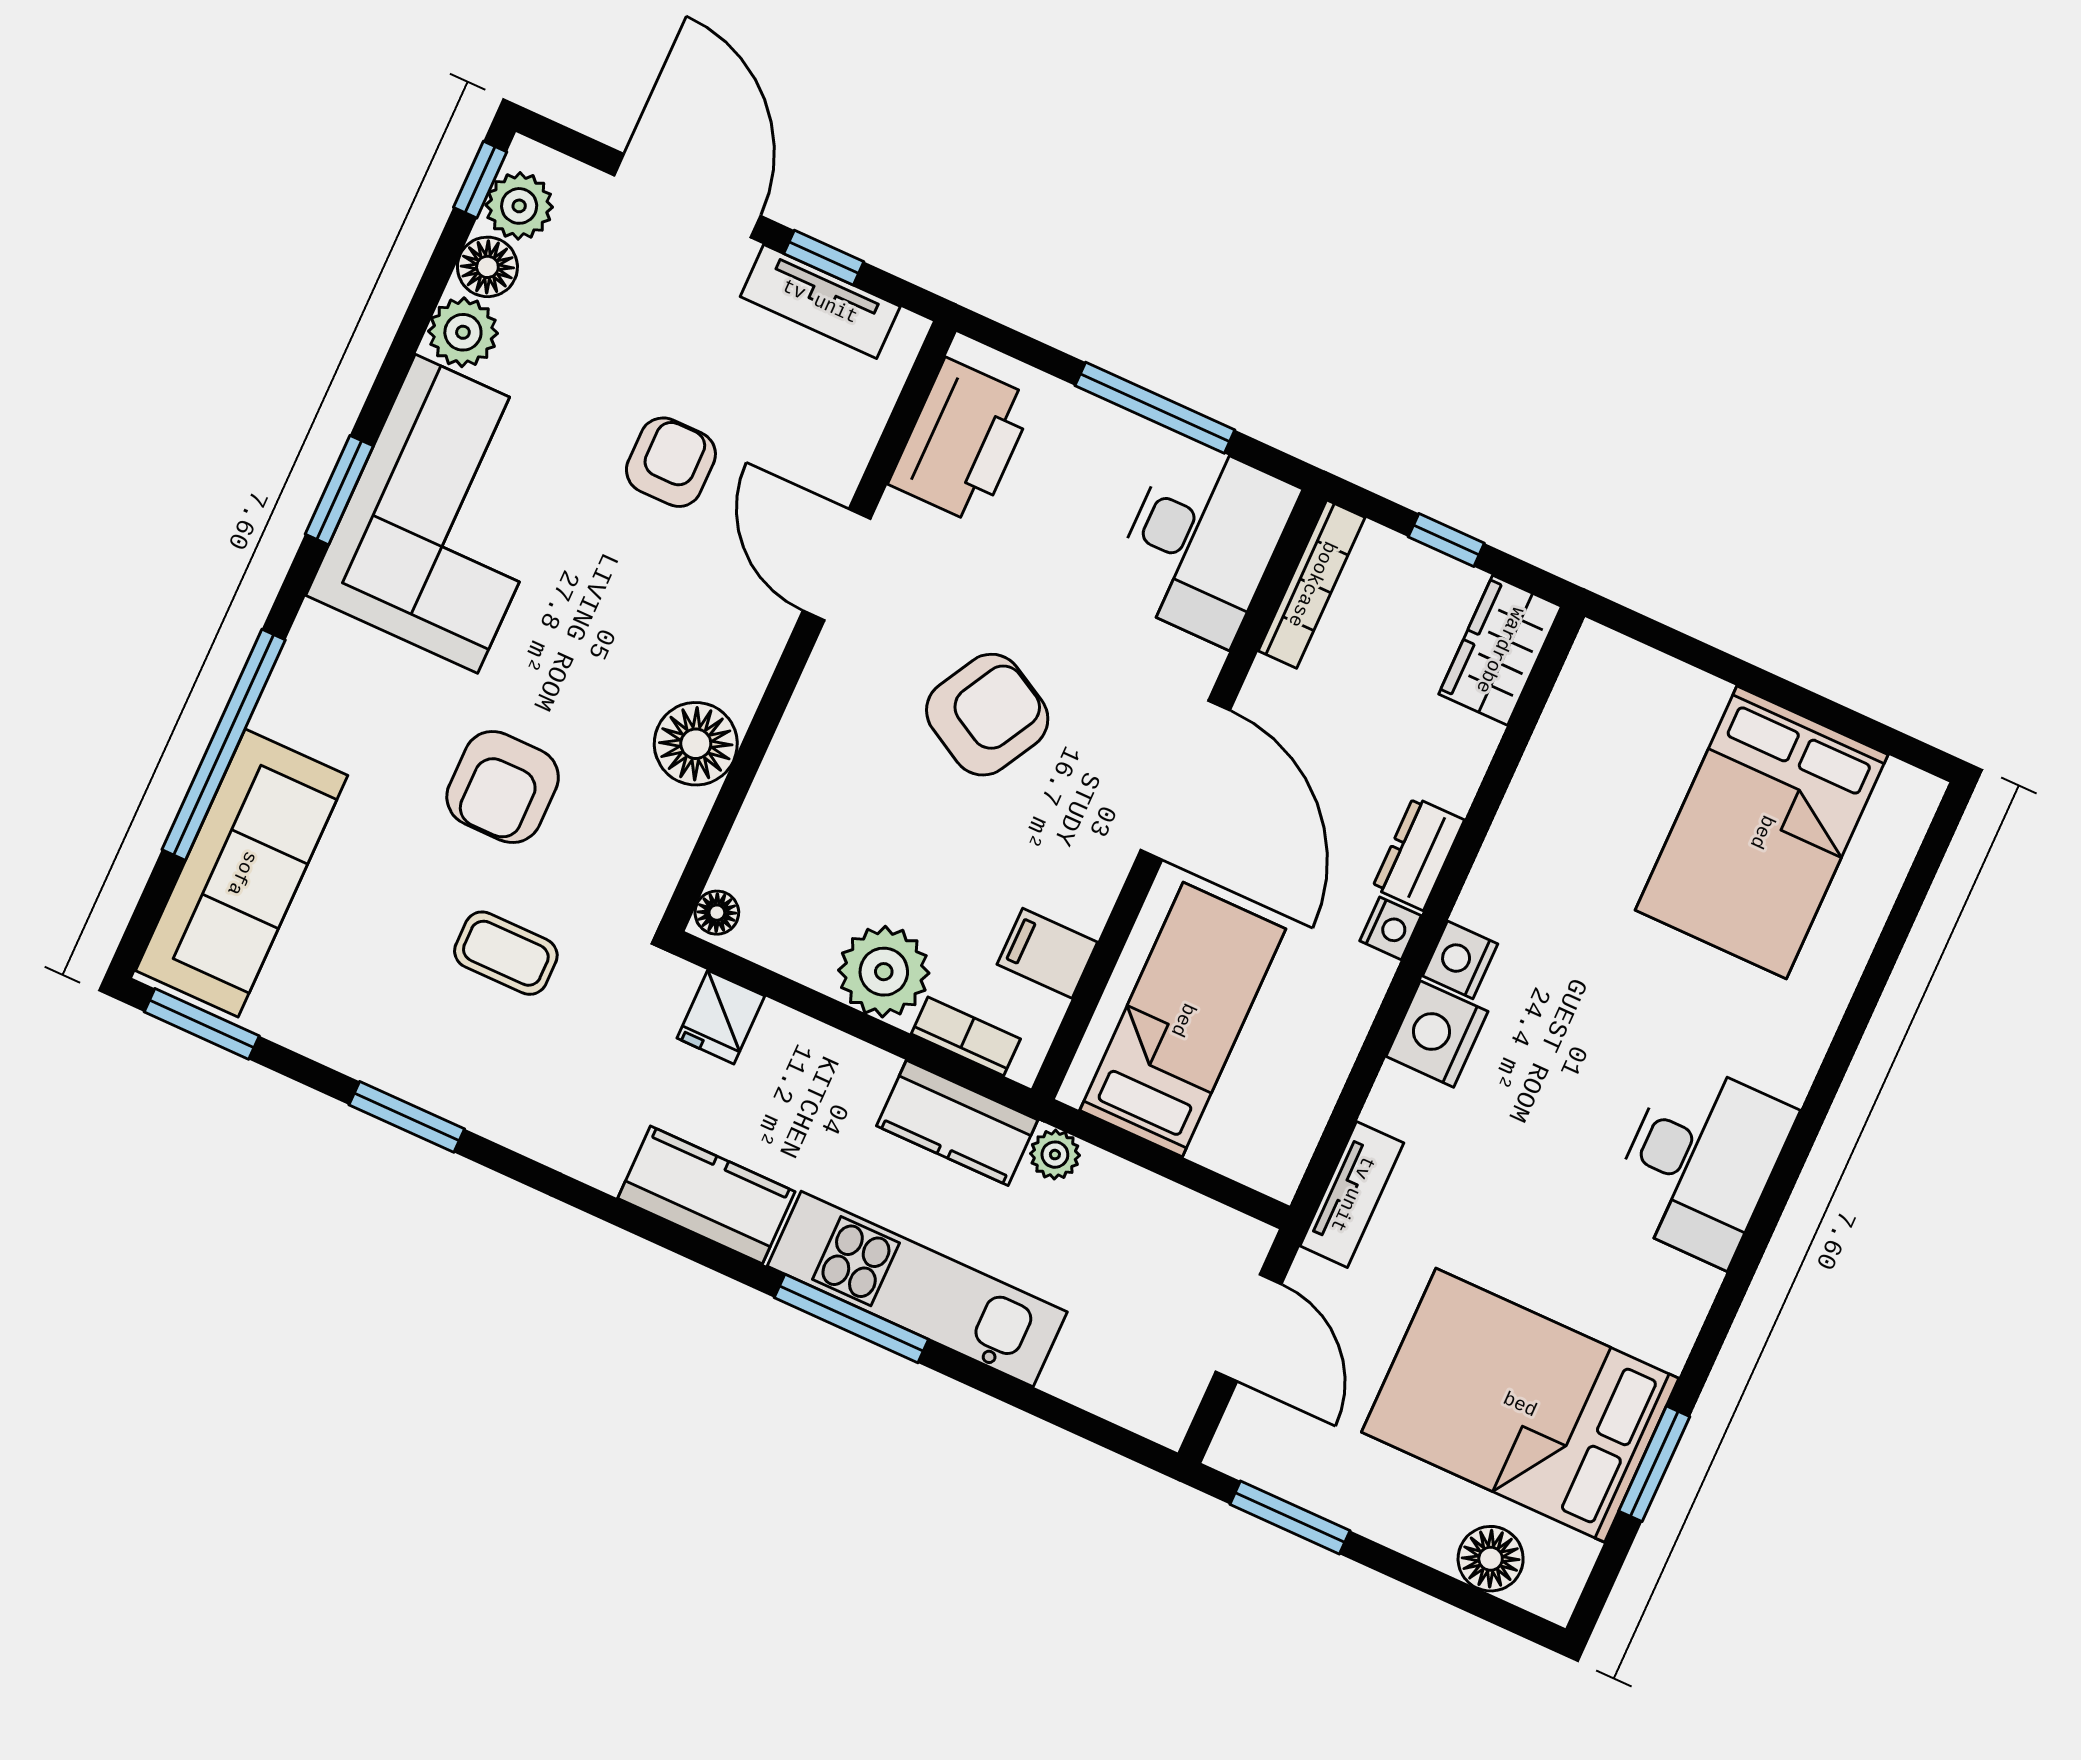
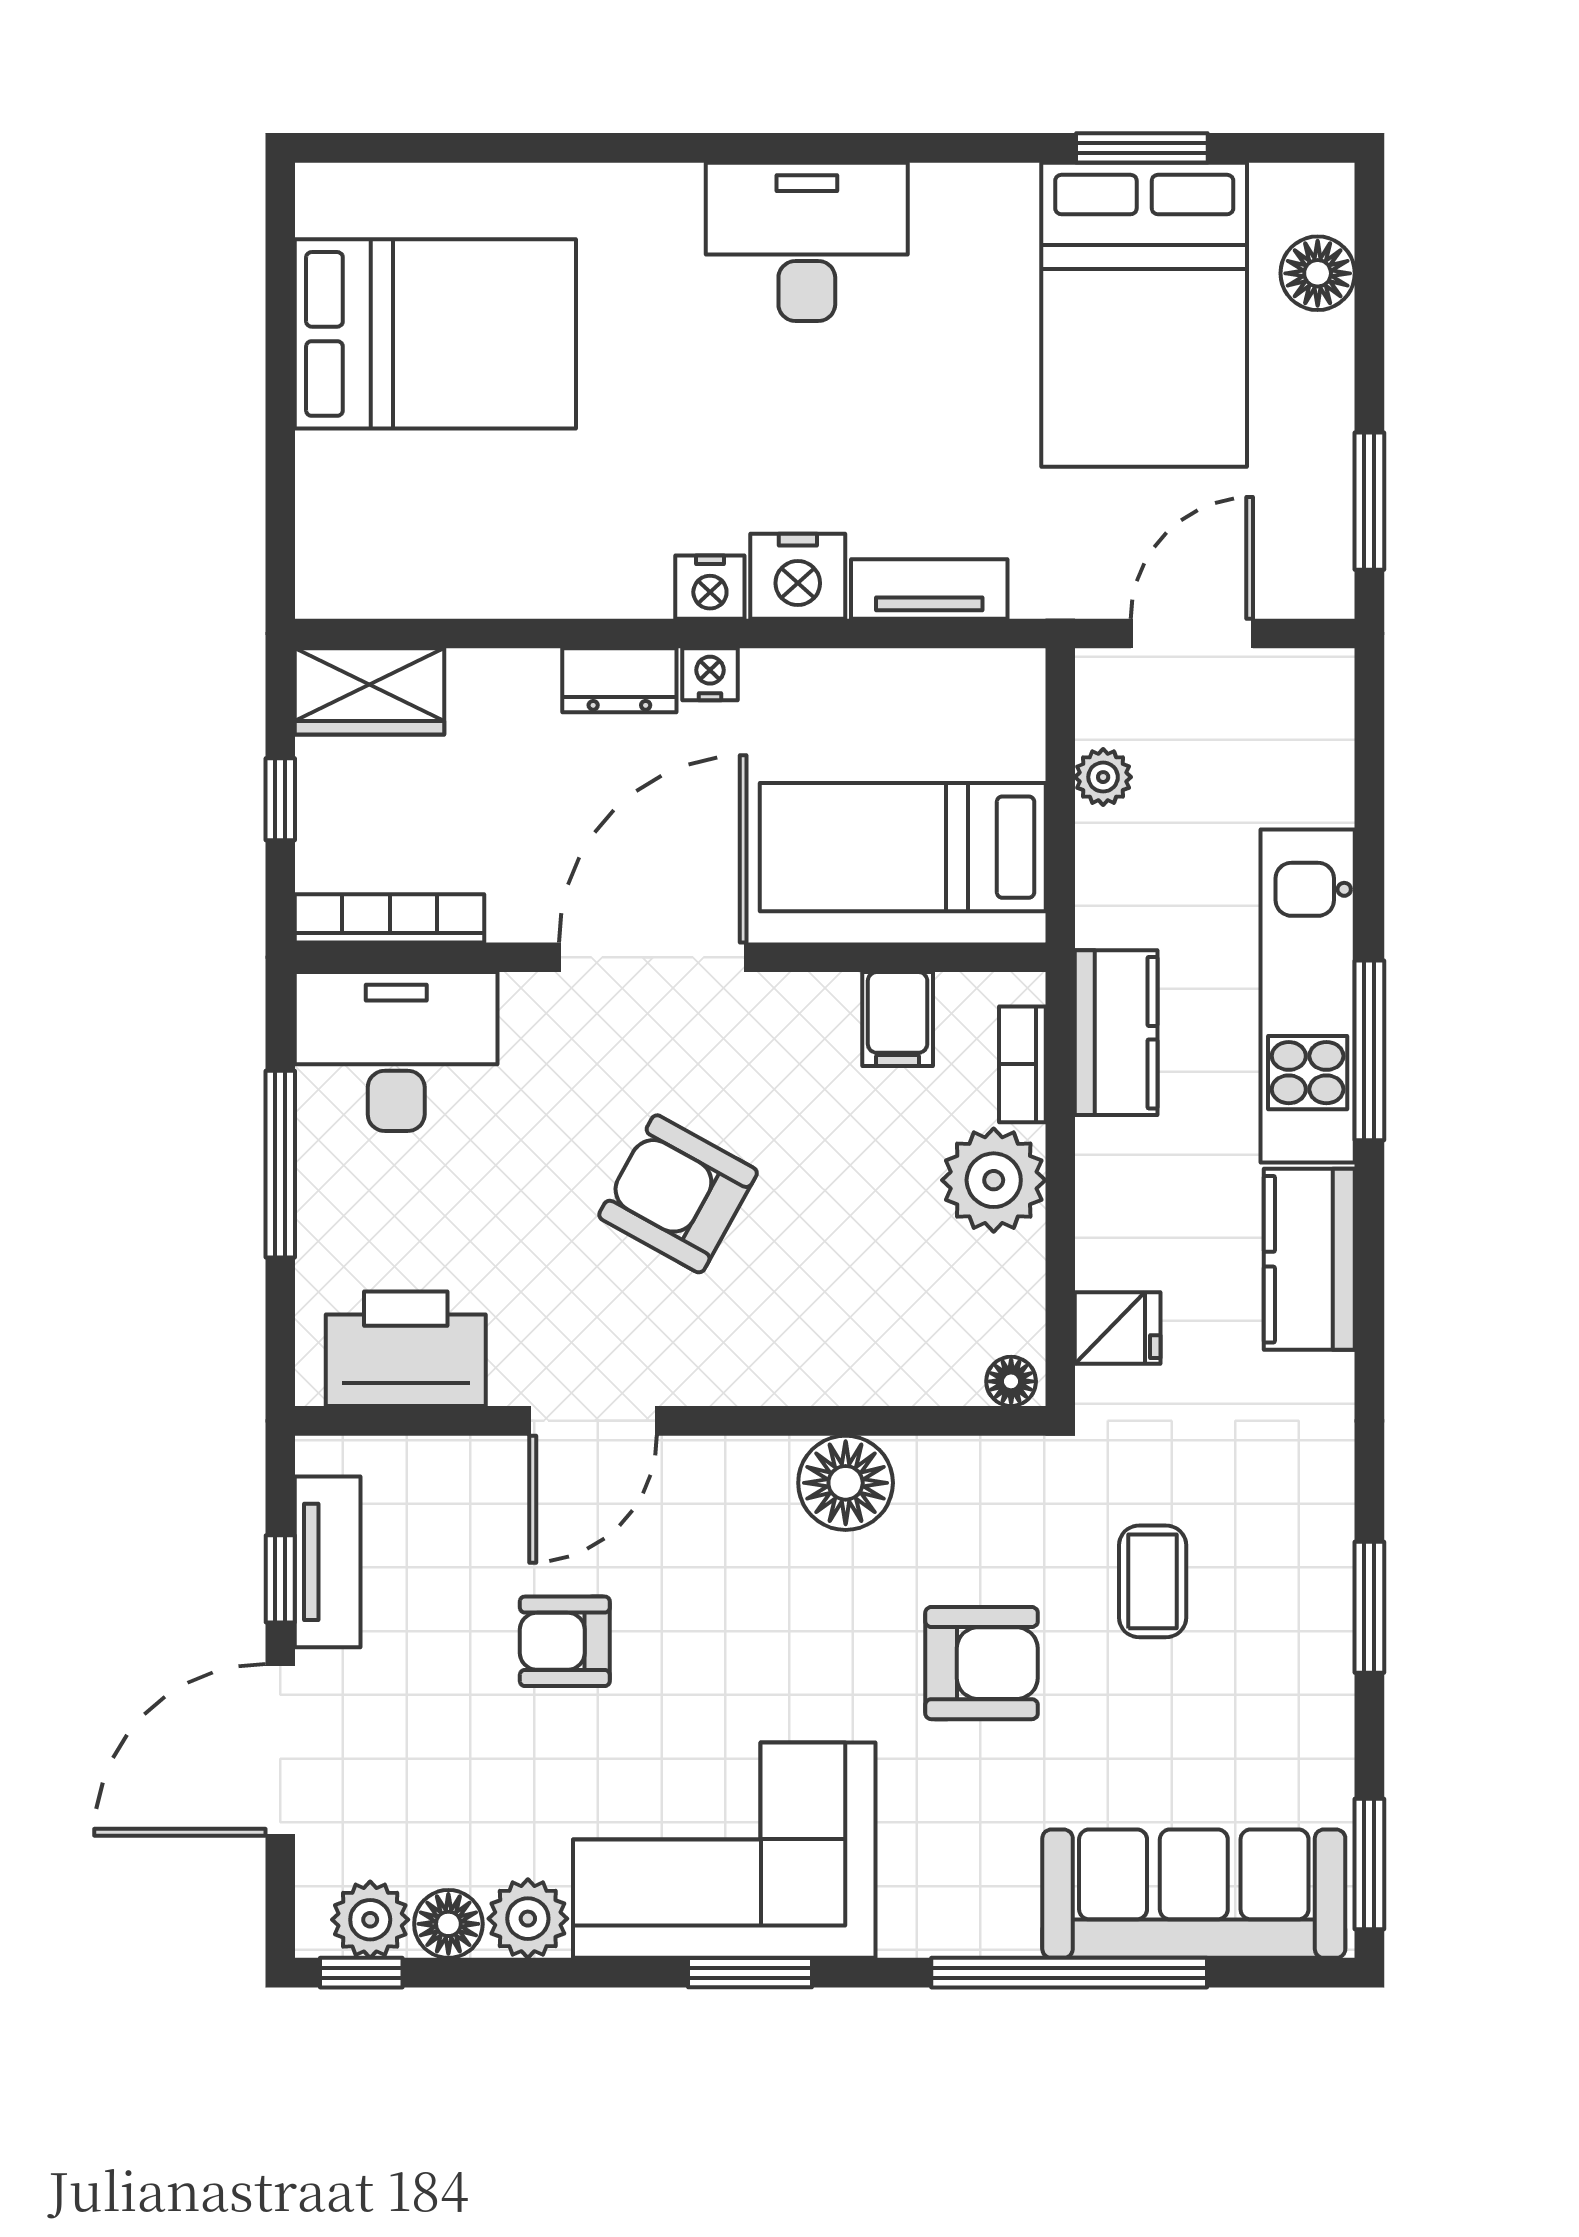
plant: (1055, 1155) -> (1103, 777), moved
tv unit: (1352, 1194) -> (929, 589), moved

